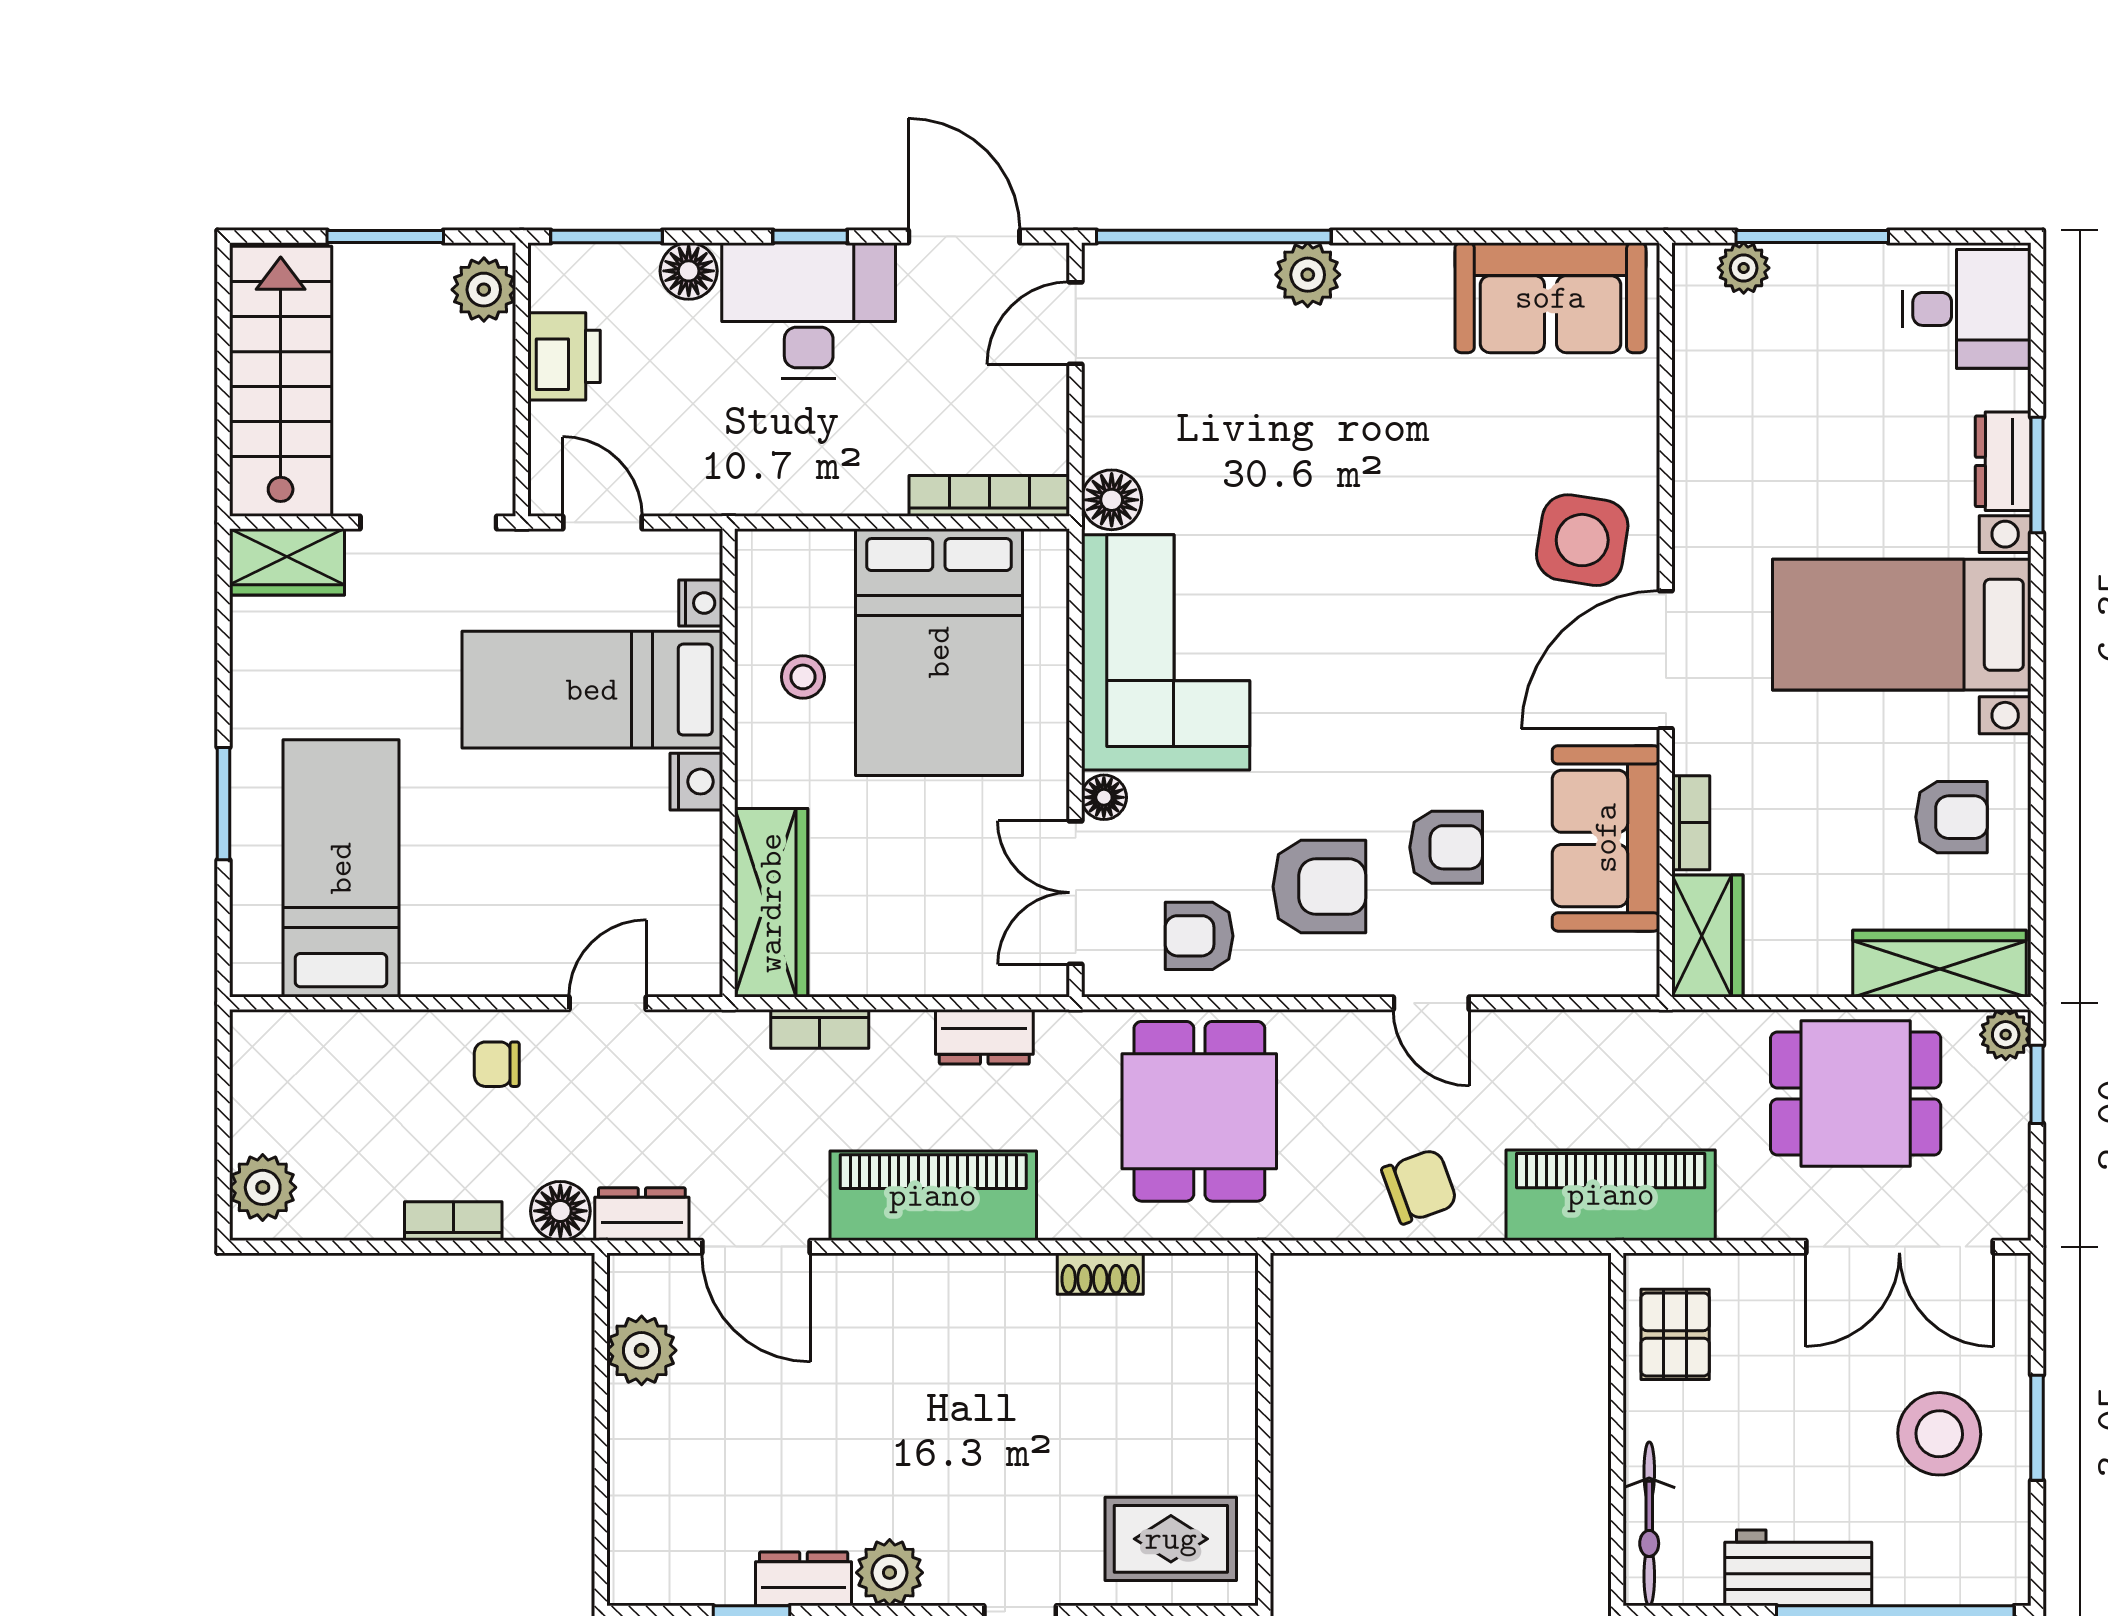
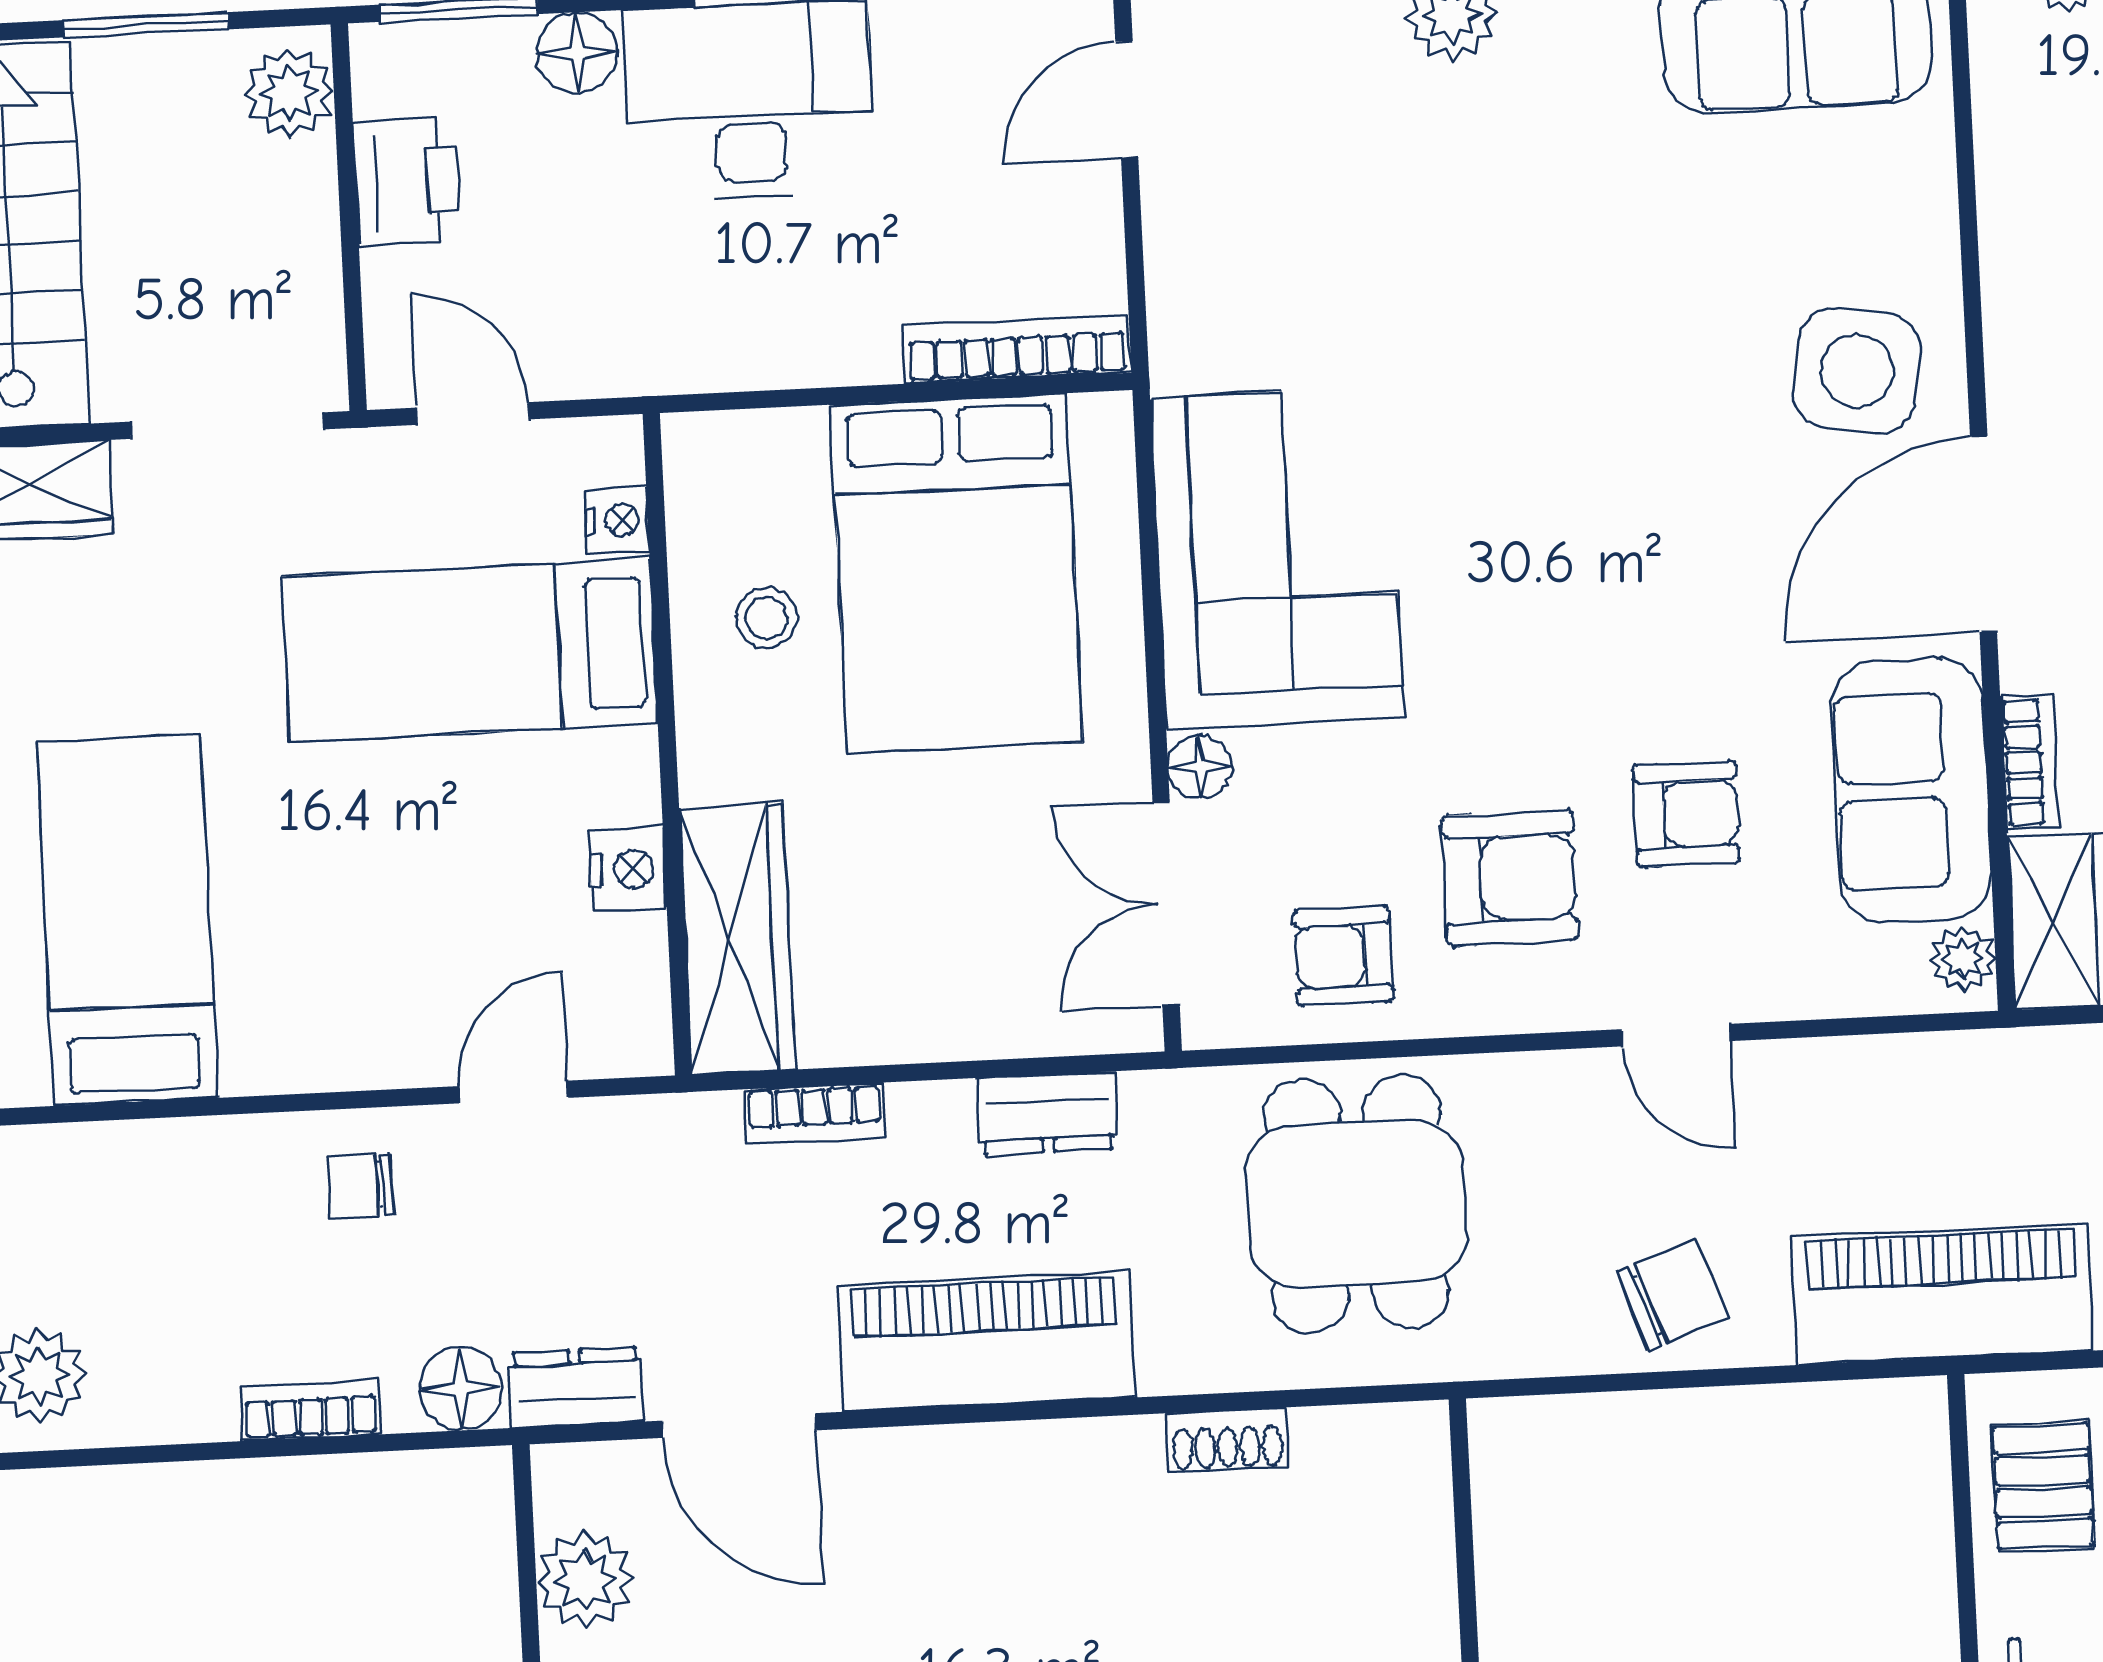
floor lamp: (1112, 500) -> (1190, 346), removed
nightstand: (696, 782) -> (628, 869), moved
plant: (1637, 959) -> (1963, 959), added

